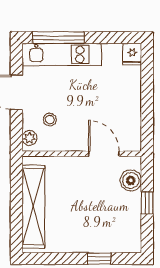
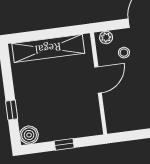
door: (104, 154) -> (98, 80), moved
boiler: (131, 180) -> (29, 135), moved

